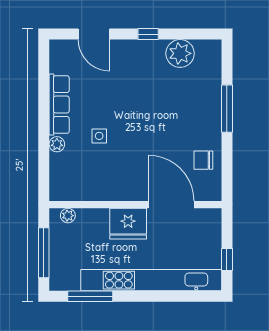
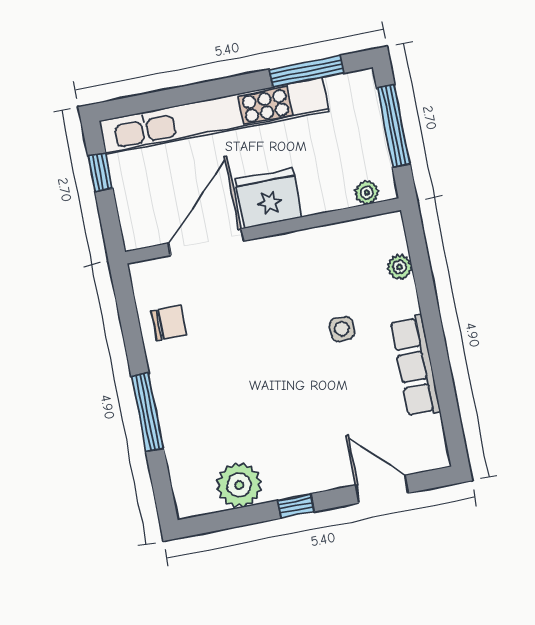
plant: (57, 144) -> (400, 267), moved
door: (171, 205) -> (206, 242), swing flipped

